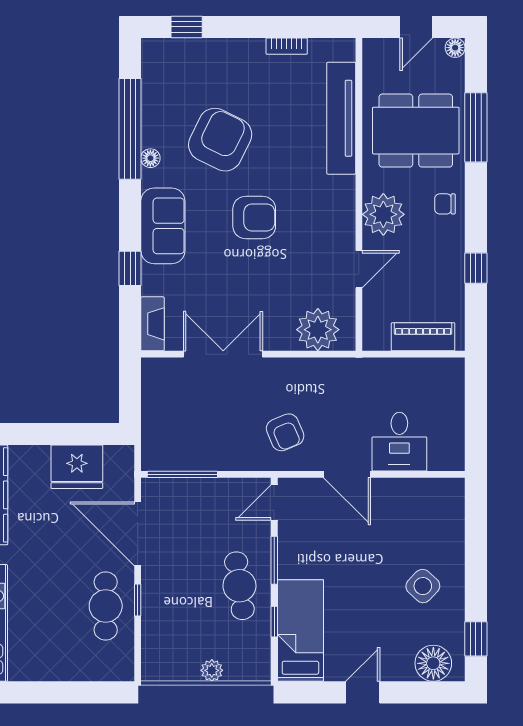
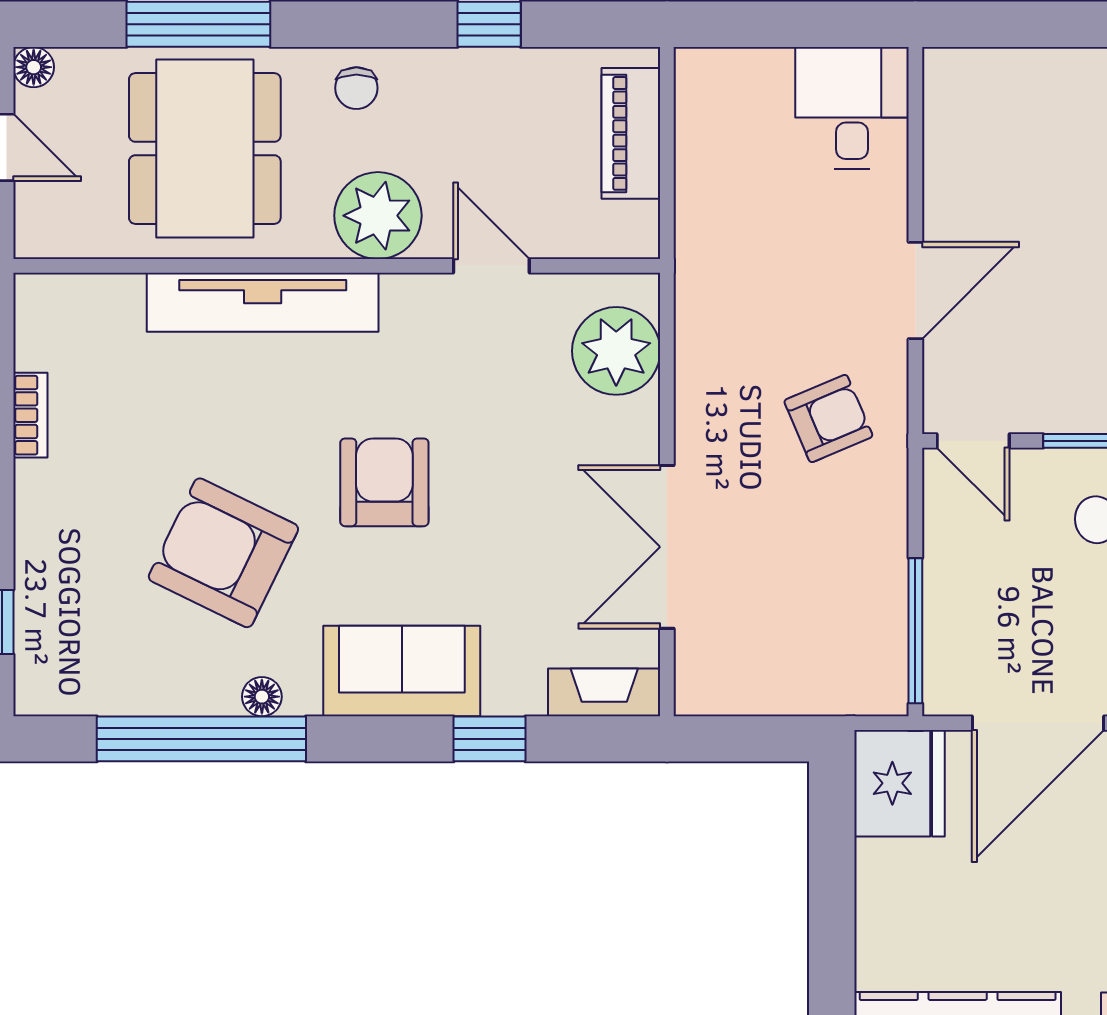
tv unit: (341, 118) -> (263, 302), moved
desk: (399, 442) -> (852, 108), moved, turned -90
fridge: (77, 467) -> (899, 783), moved

